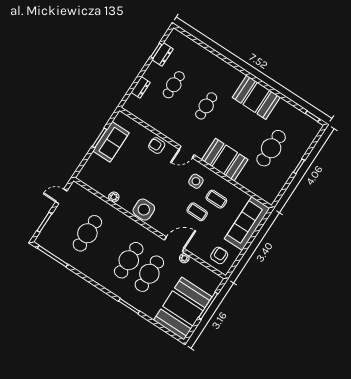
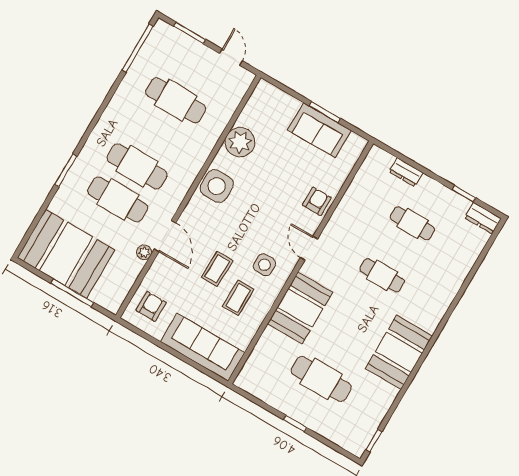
dresser: (163, 54) -> (483, 218), moved
plant: (114, 197) -> (240, 142), width x1.87, depth x1.87
armchair: (219, 255) -> (151, 306), turned -90

